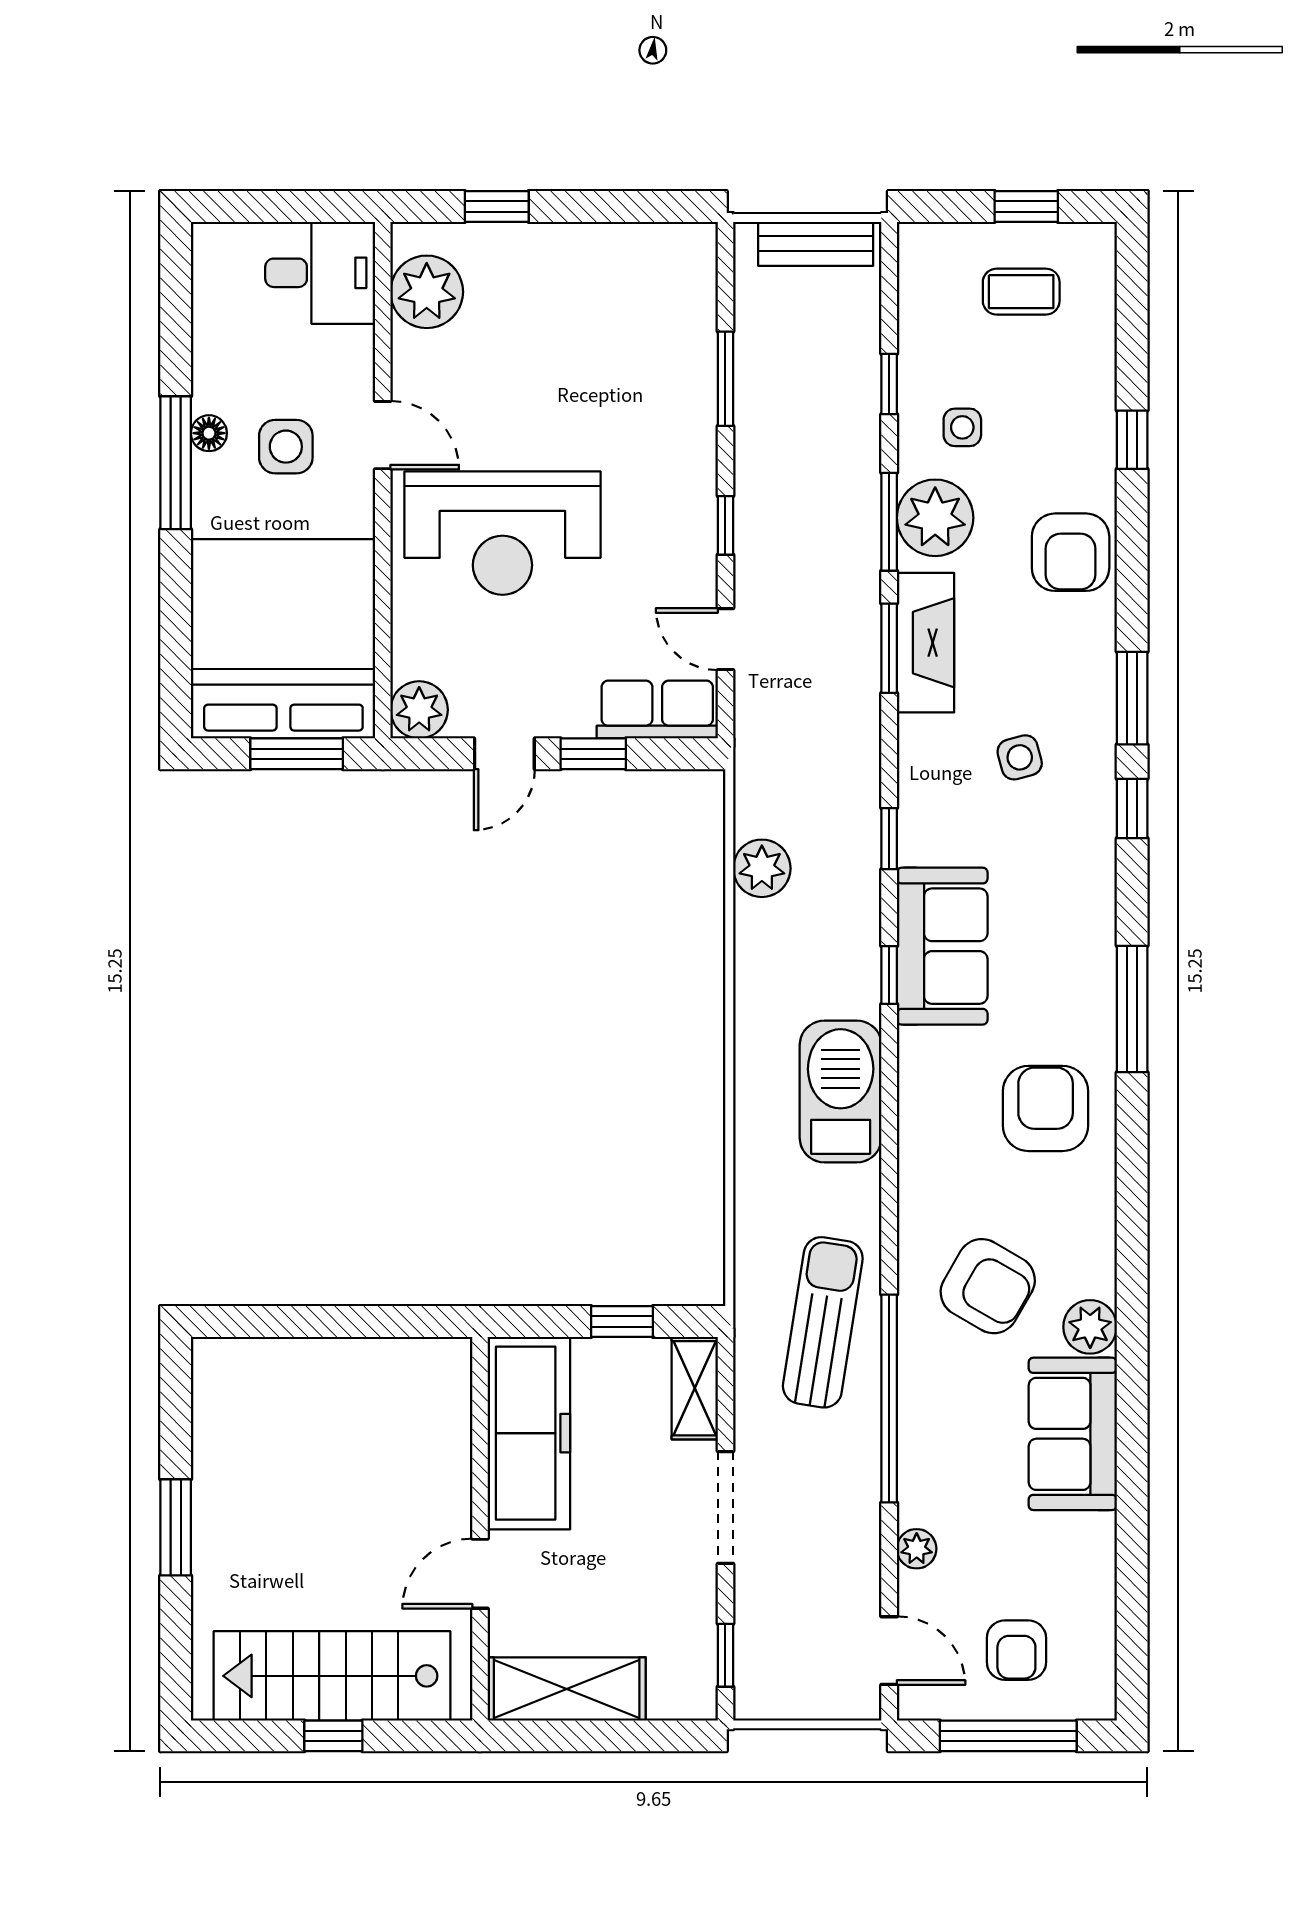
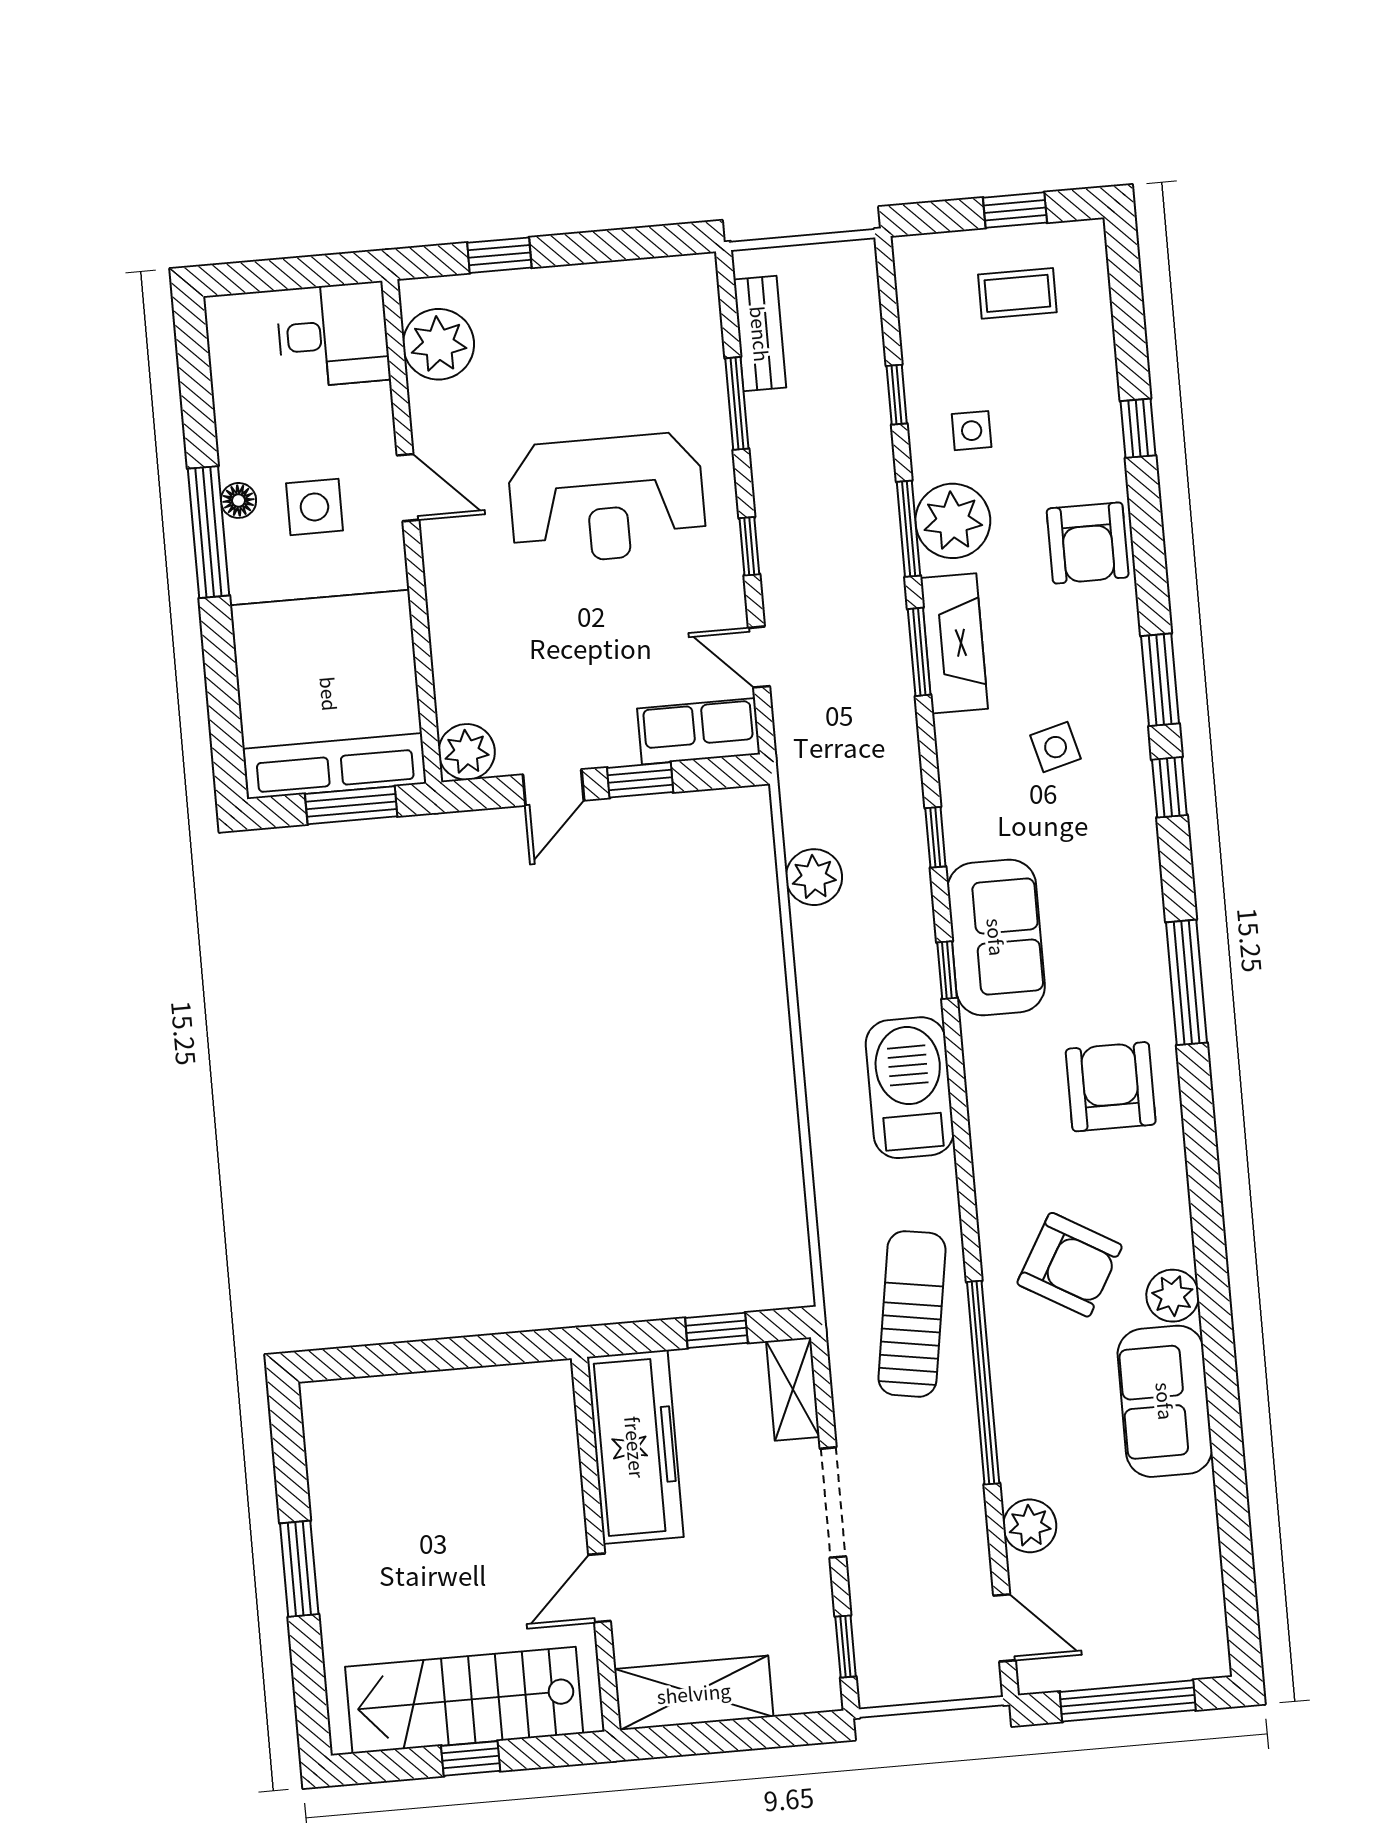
bench: (816, 244) -> (760, 334), moved, turned 90
reception desk: (502, 533) -> (607, 499), moved
plant: (917, 1549) -> (1030, 1526), width x1.38, depth x1.38
armchair: (1016, 1650) -> (1129, 1617), removed

